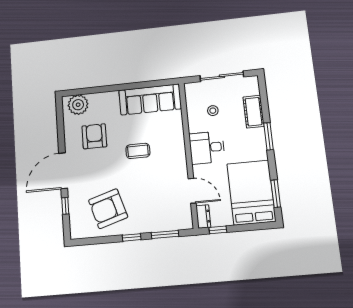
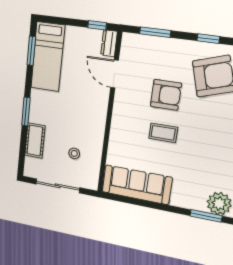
window: (86, 91) -> (206, 216), added
armchair: (94, 136) -> (166, 95), moved, turned -90
desk: (207, 148) -> (89, 116), removed
bed: (251, 192) -> (48, 57), width x0.67
window: (132, 237) -> (208, 39), moved

